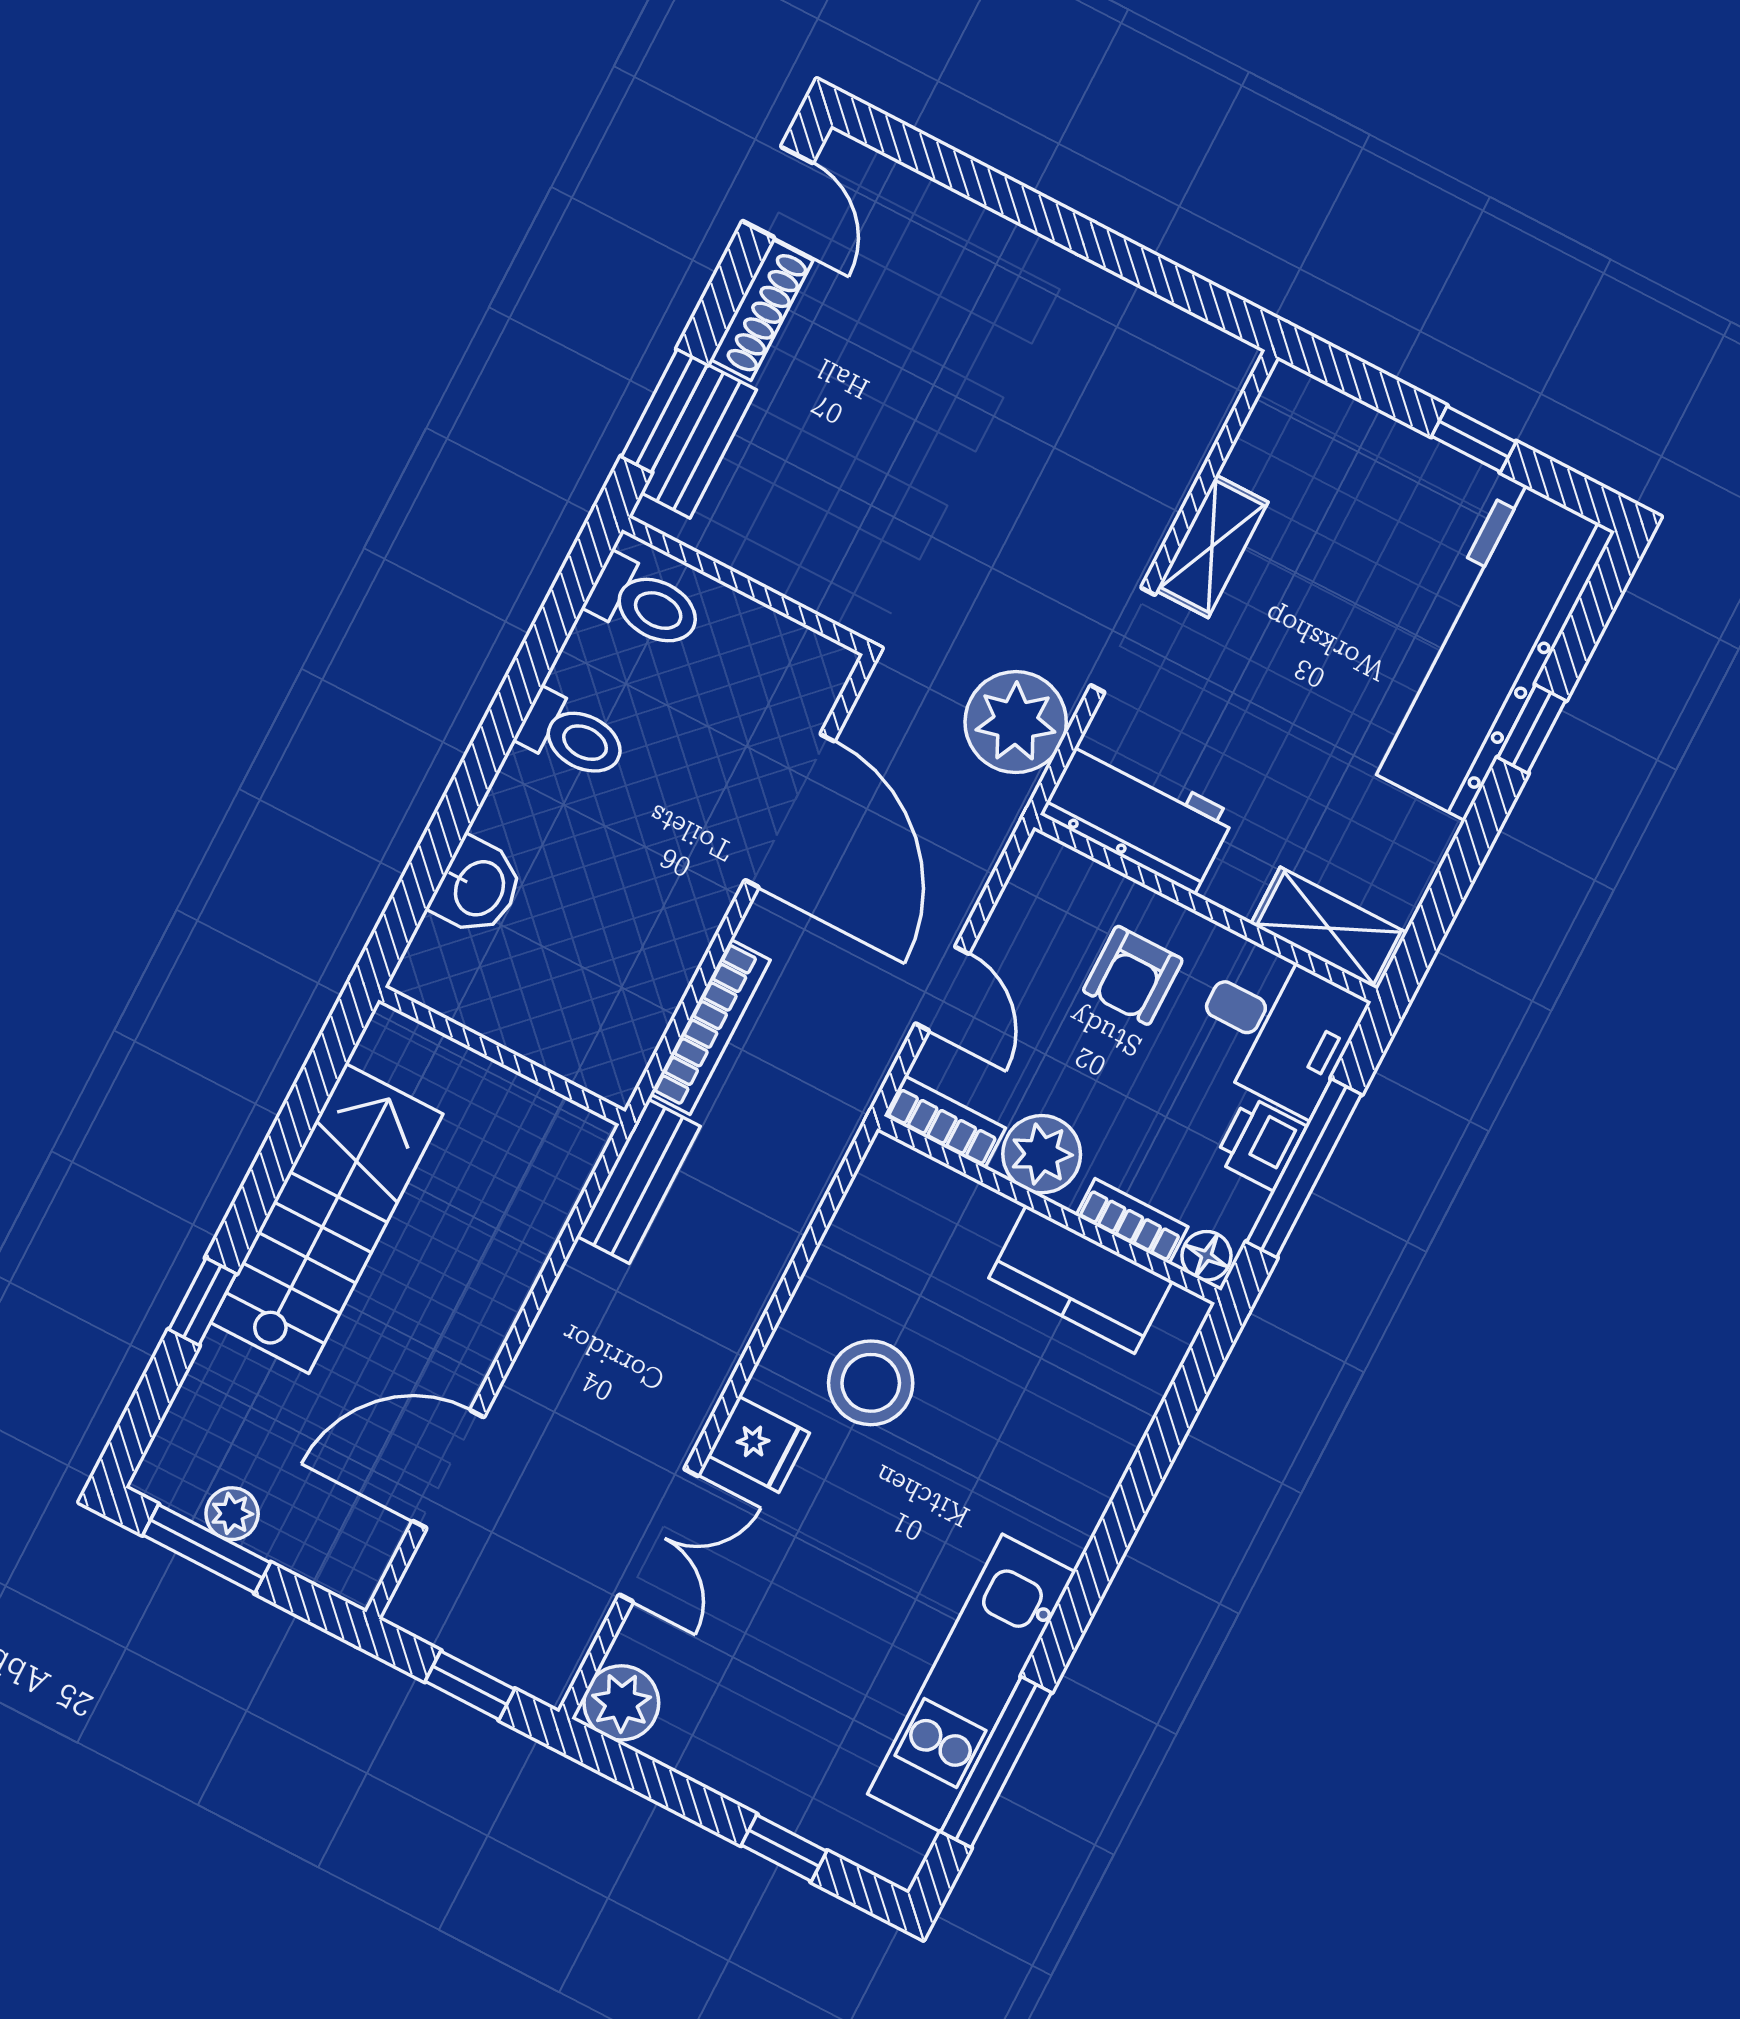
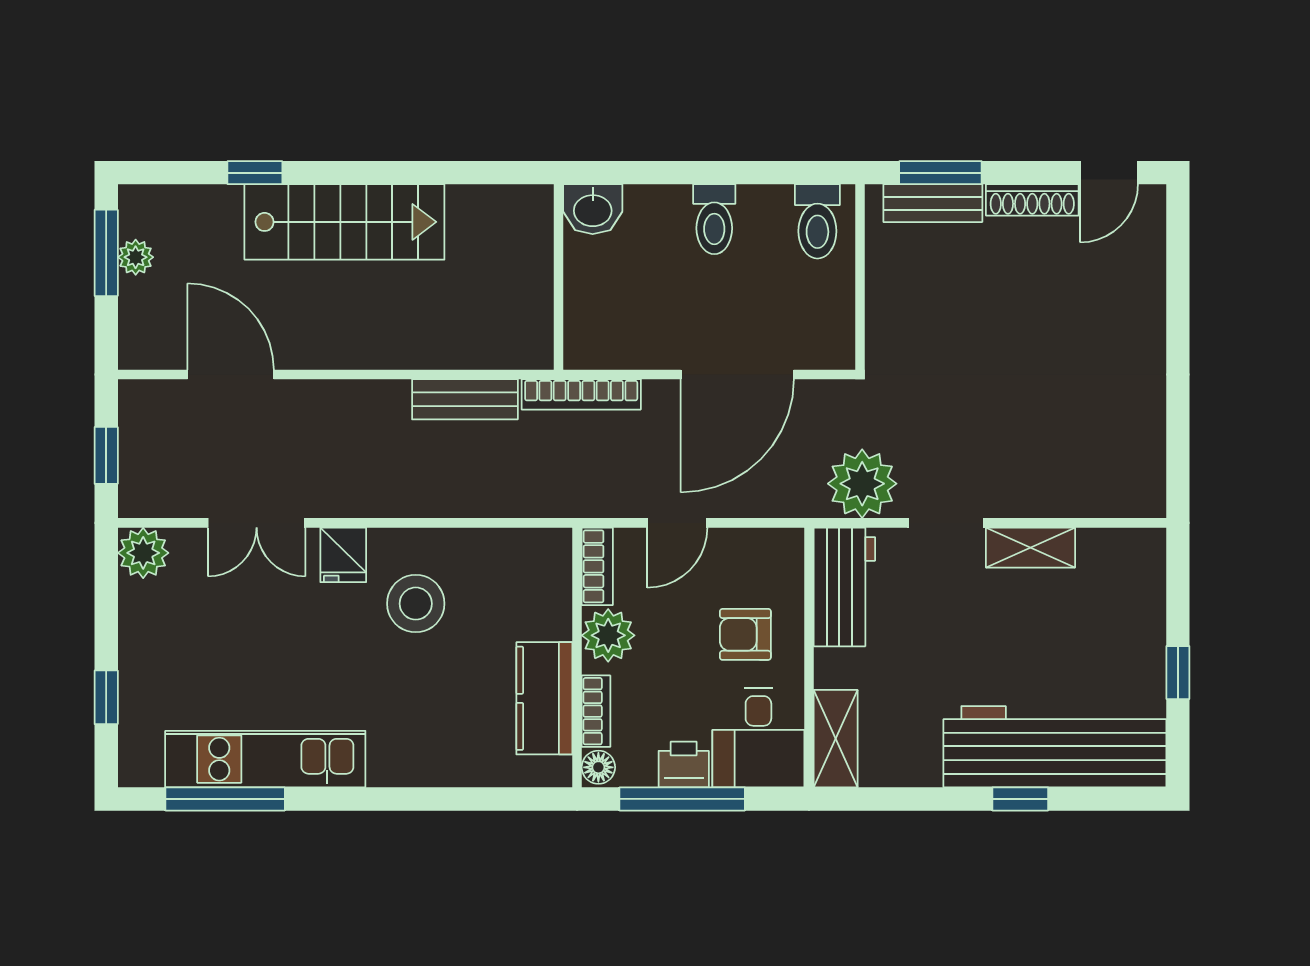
wall: (502, 1056) -> (559, 277), moved

